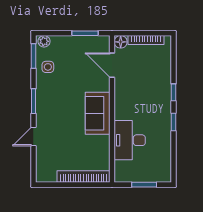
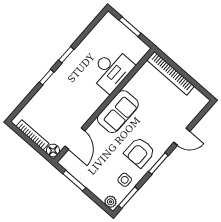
armchair: (55, 97) -> (140, 152), added

